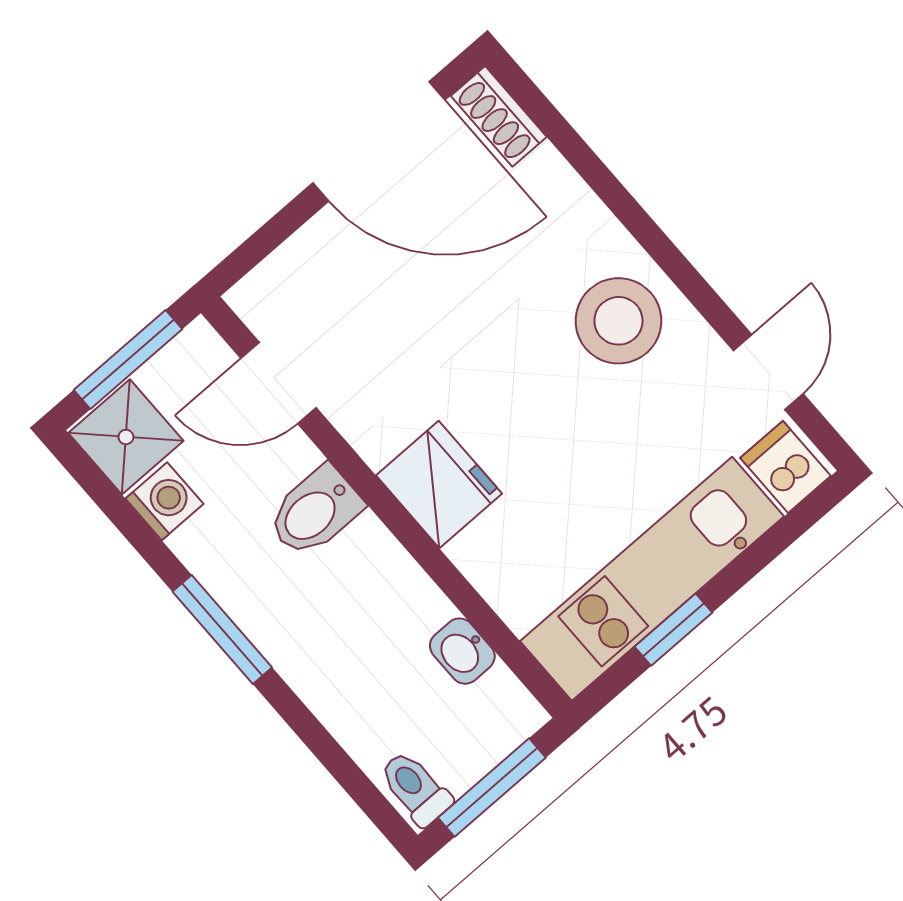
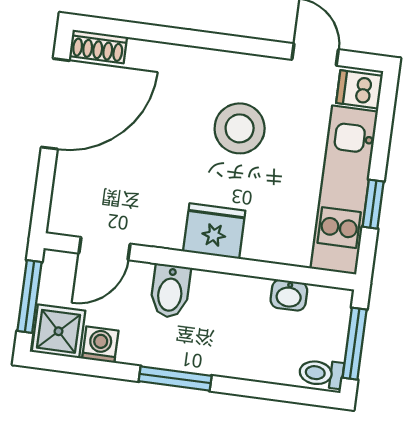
stool: (618, 321) -> (240, 128), moved

